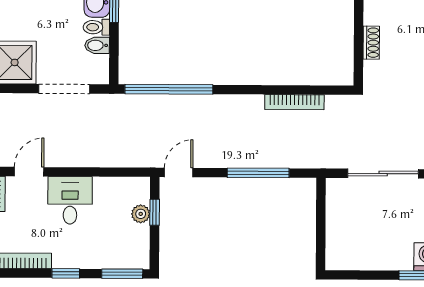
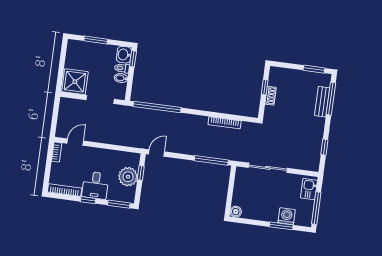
window: (359, 29) -> (265, 87), added
window: (258, 173) -> (211, 160), moved
desk: (70, 200) -> (95, 185), moved, turned 180
plant: (141, 214) -> (128, 177), width x1.88, depth x1.88
boiler: (335, 260) -> (236, 212), added

